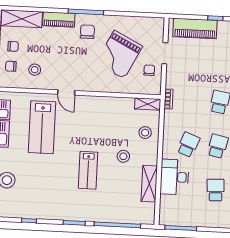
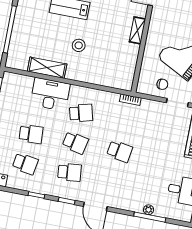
shelving: (148, 104) -> (137, 30), moved
stool: (145, 133) -> (100, 71), removed
school desk: (188, 145) -> (81, 113), turned -36

